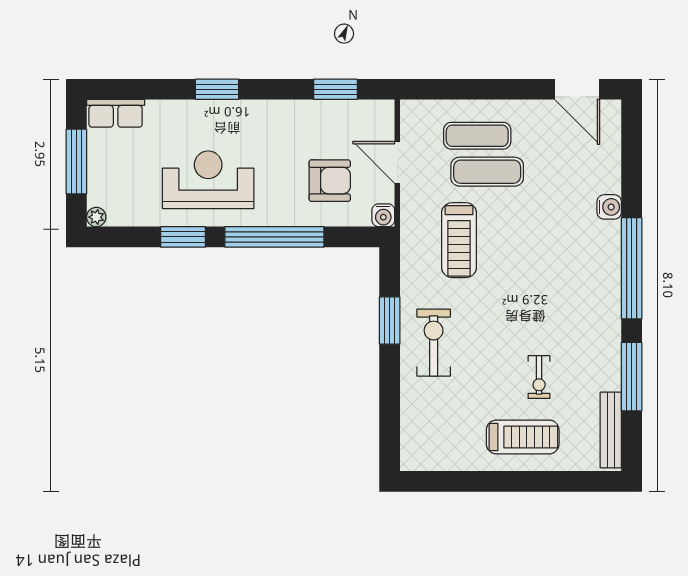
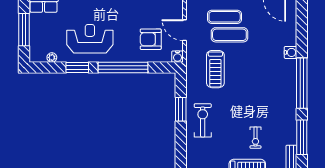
armchair: (330, 181) -> (151, 39), turned 180
plant: (96, 217) -> (52, 57), moved

